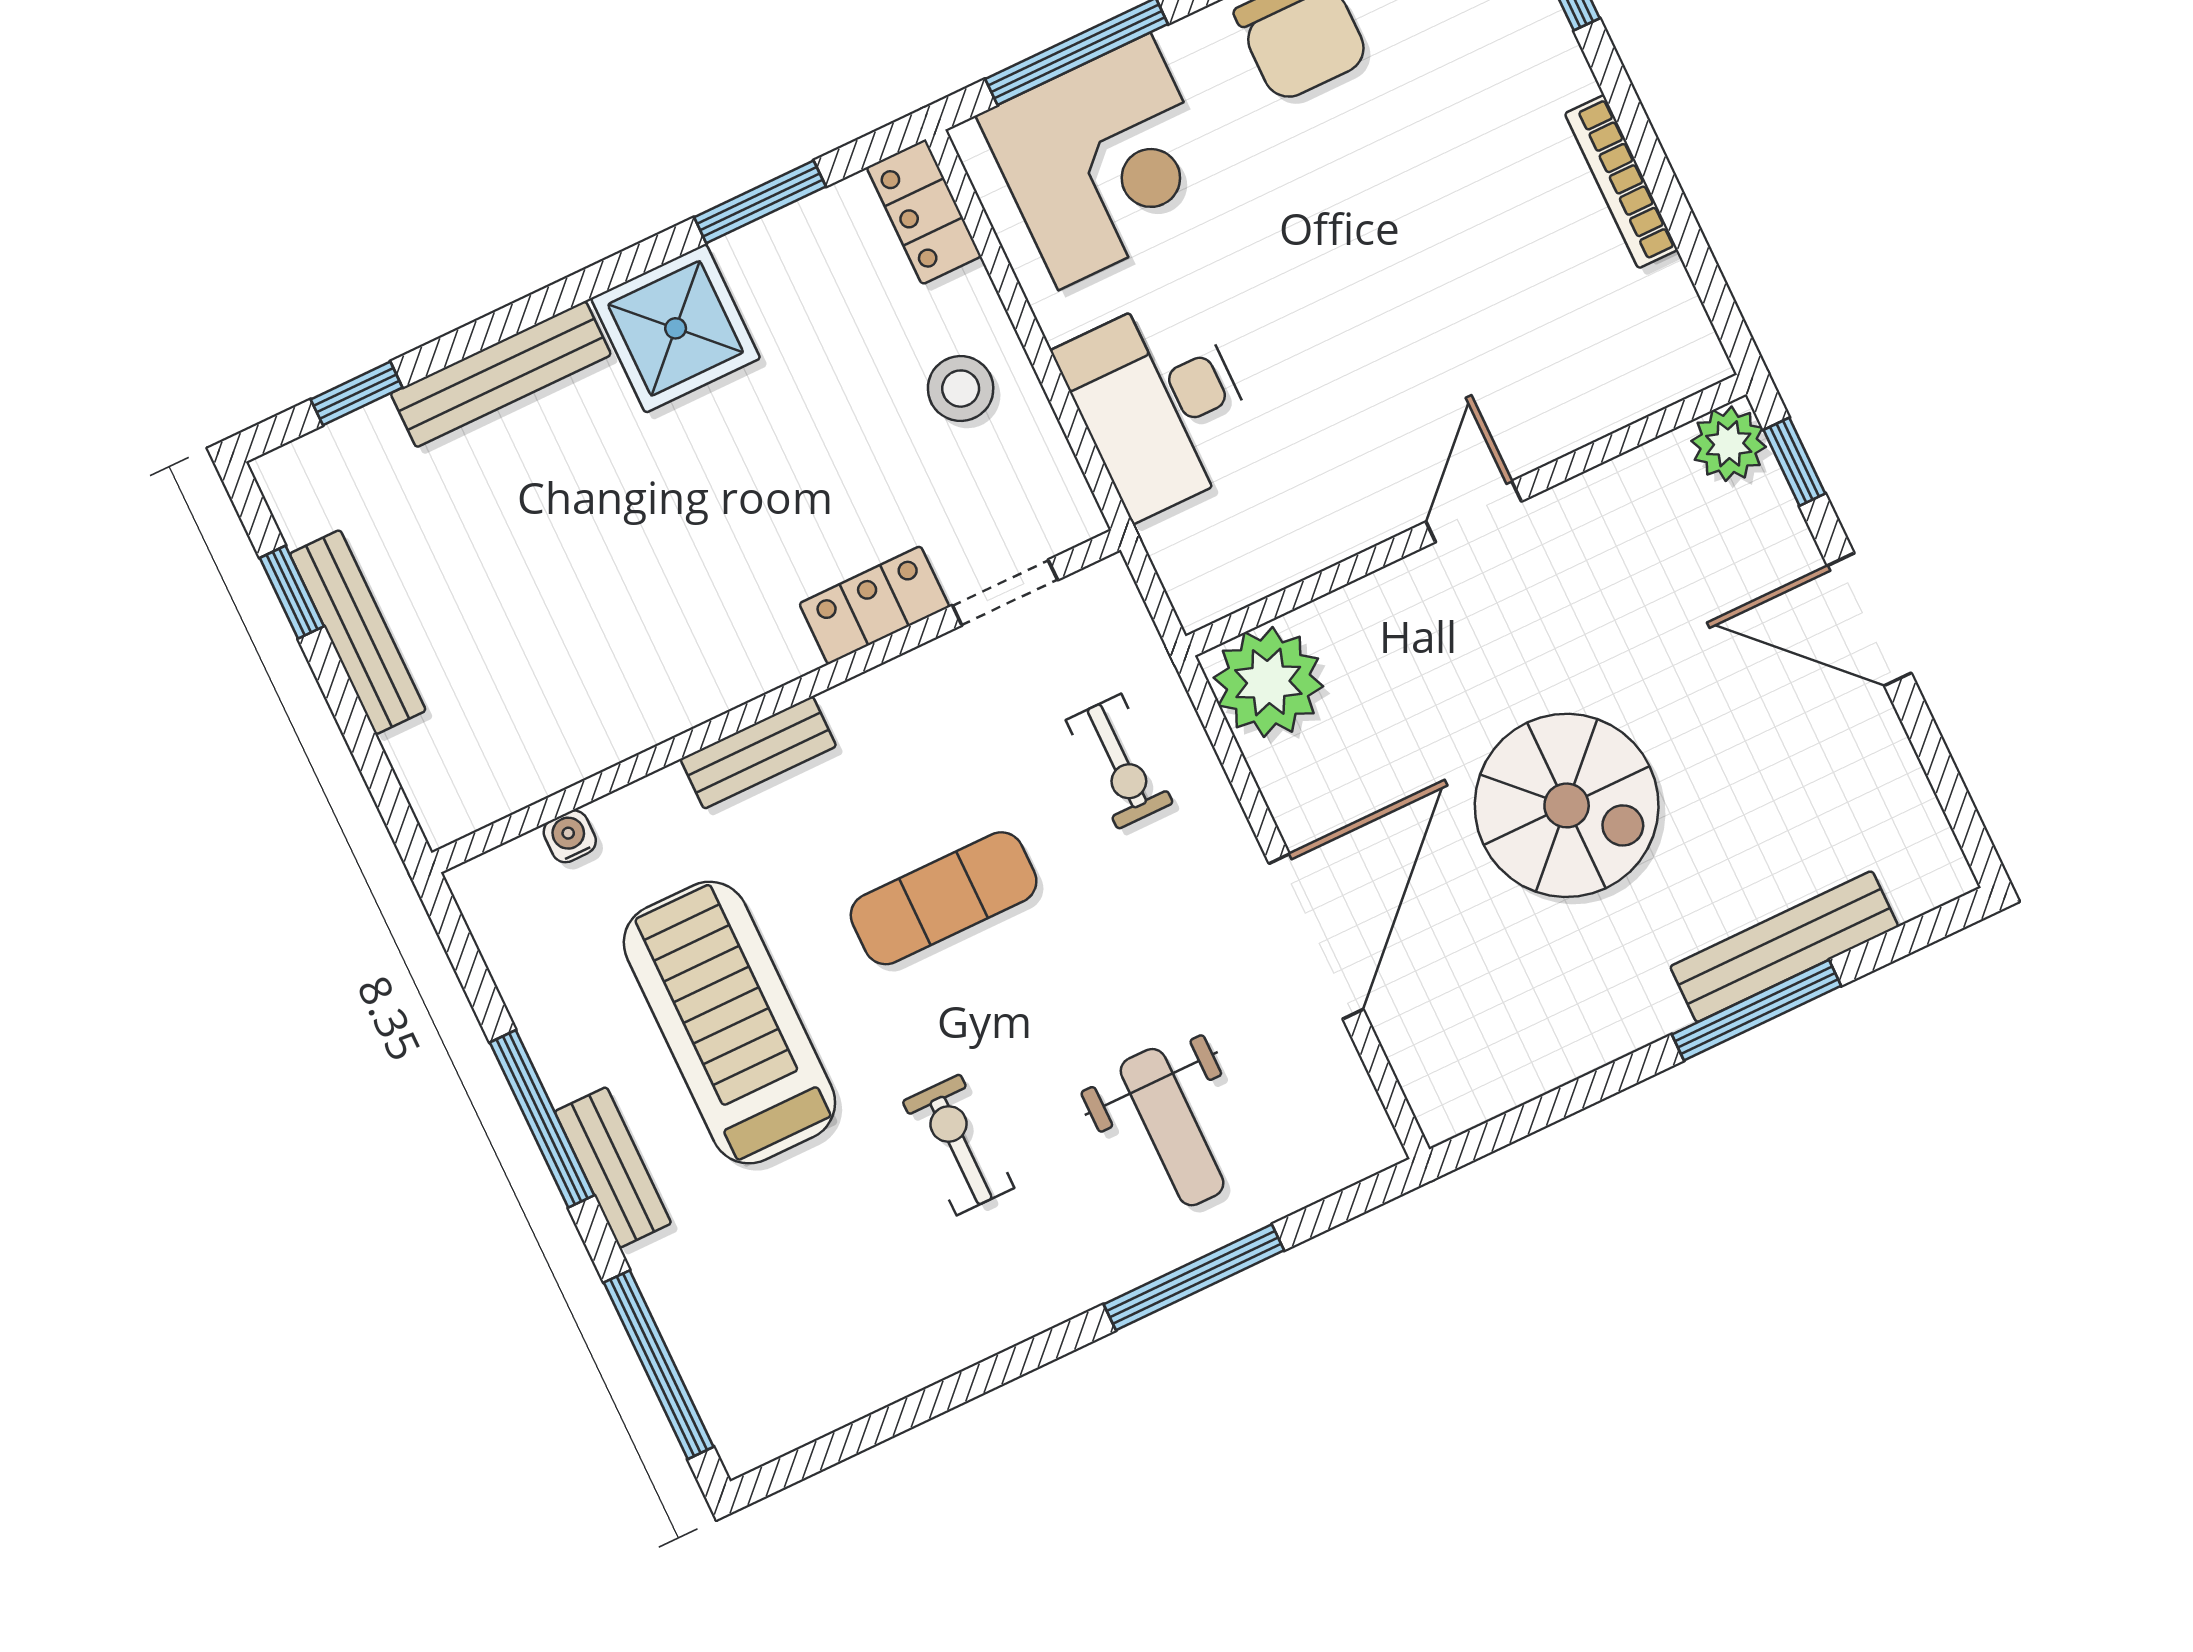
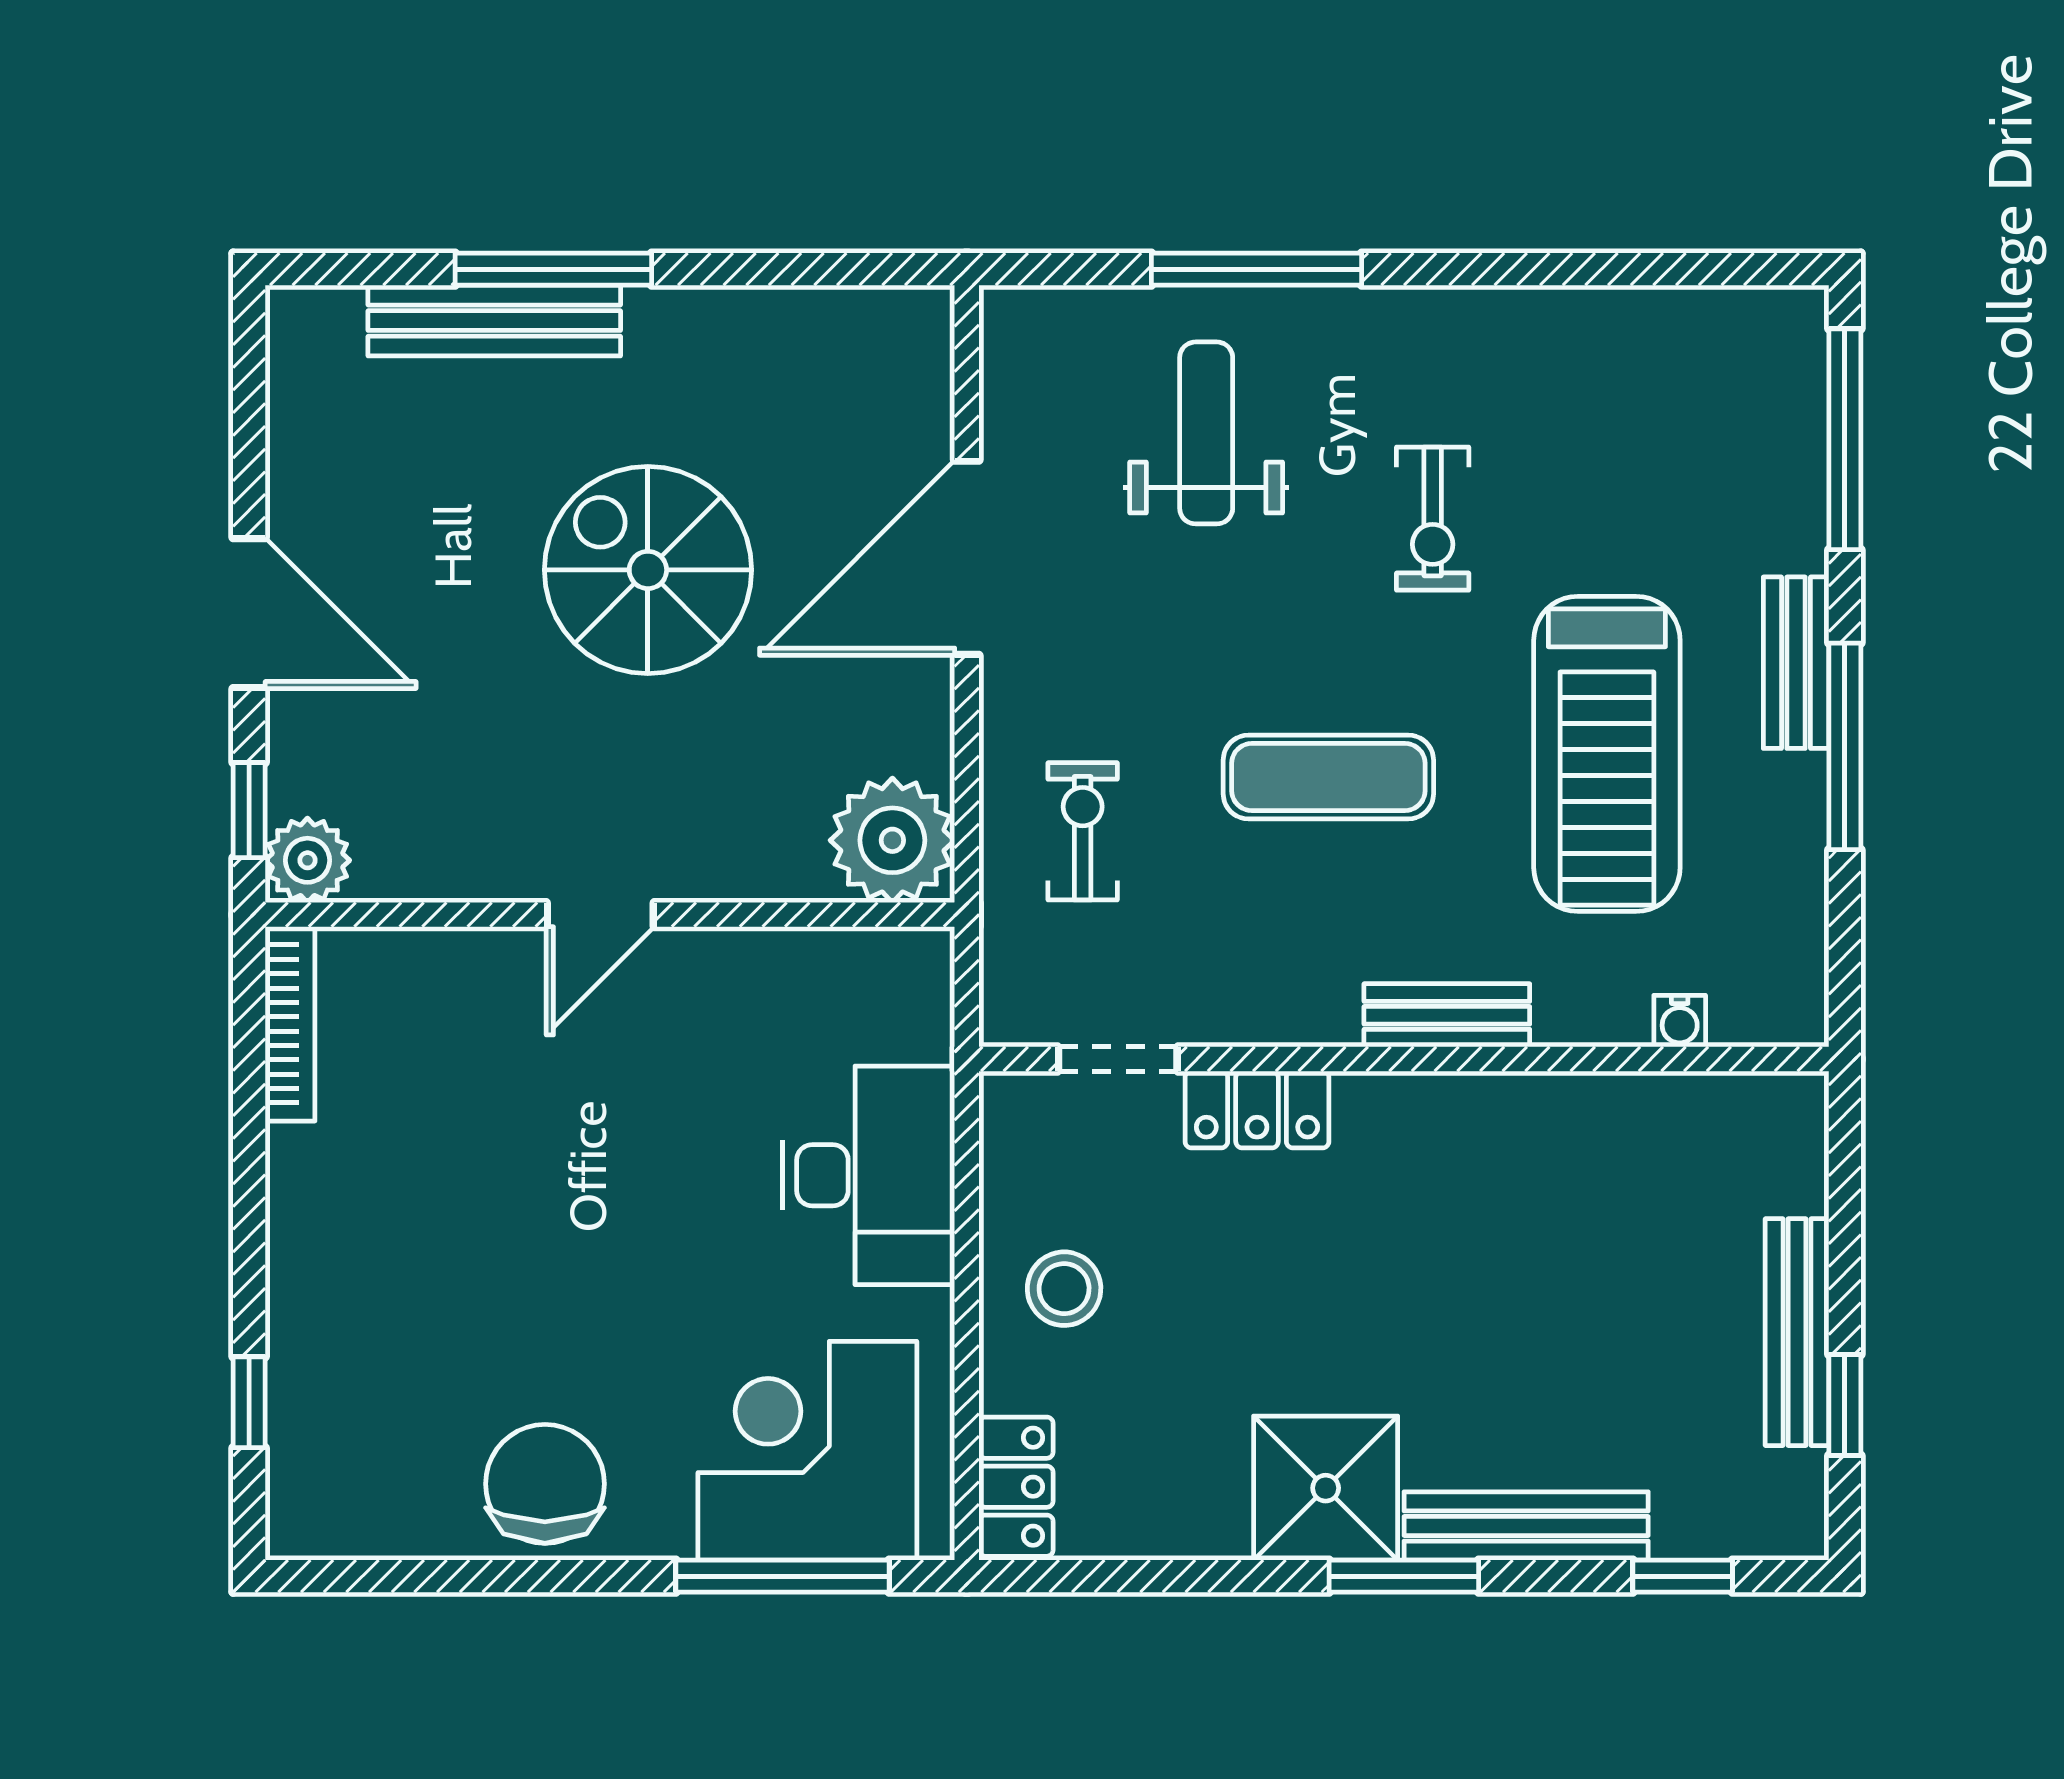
bookcase: (1621, 182) -> (290, 1024), moved
window: (760, 202) -> (1404, 1576), moved

